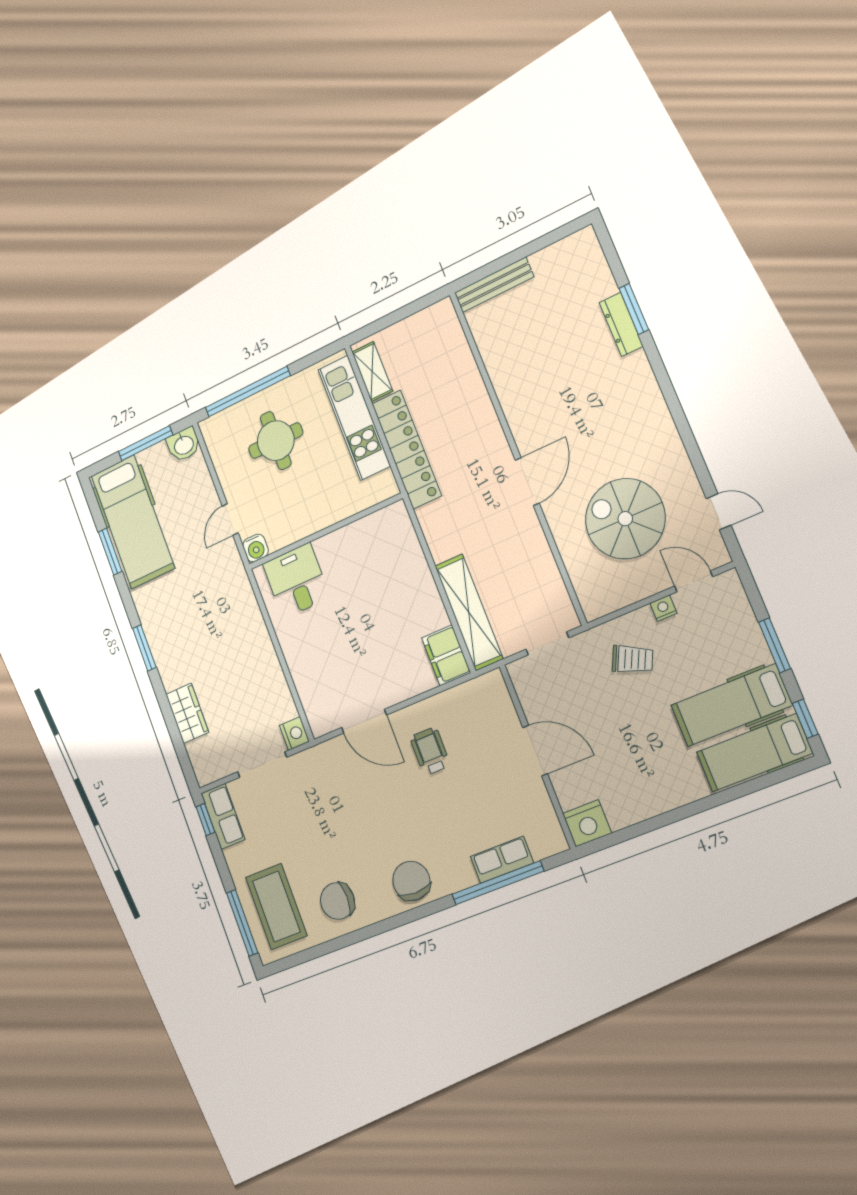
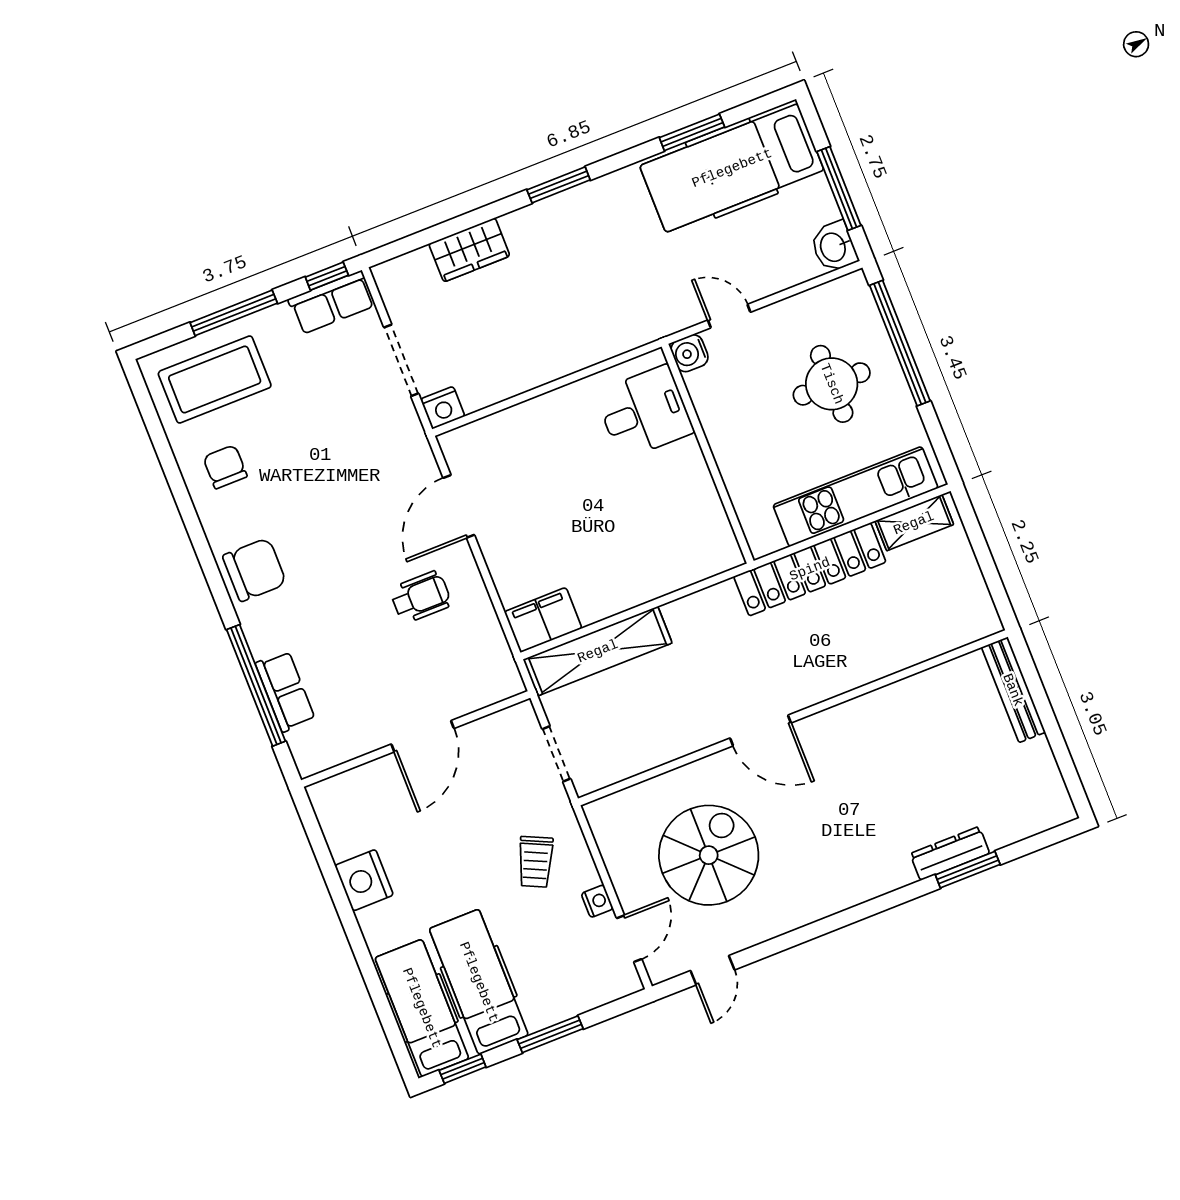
nightstand: (587, 823) -> (364, 880), moved
chair: (337, 901) -> (225, 467), width x0.73, depth x0.73
window: (242, 923) -> (234, 313), moved

